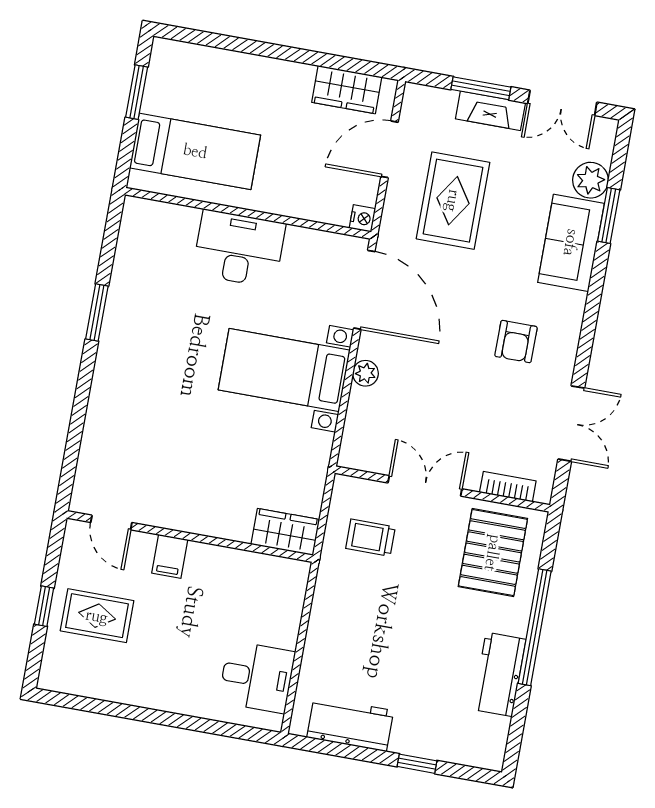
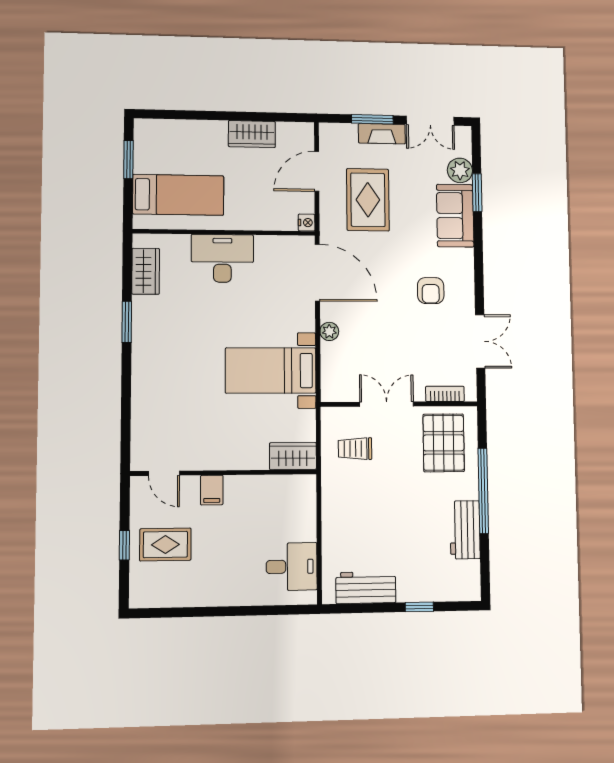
wardrobe: (347, 90) -> (252, 134), moved
wardrobe: (133, 249) -> (146, 271), added
bed with nightstands: (284, 370) -> (271, 371), moved

